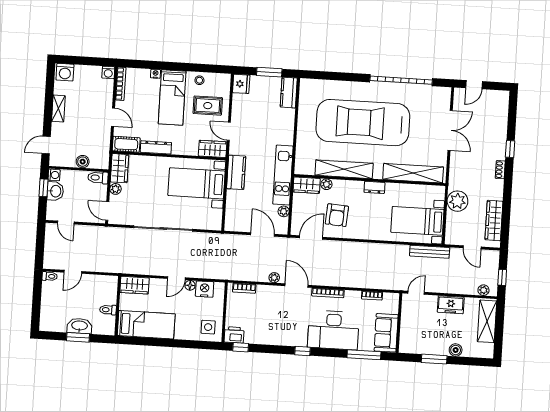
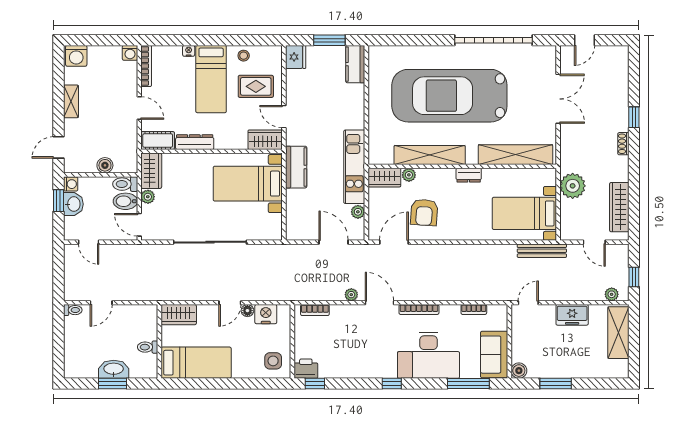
bidet: (97, 191) -> (125, 201), added
boiler: (456, 350) -> (519, 371), moved

